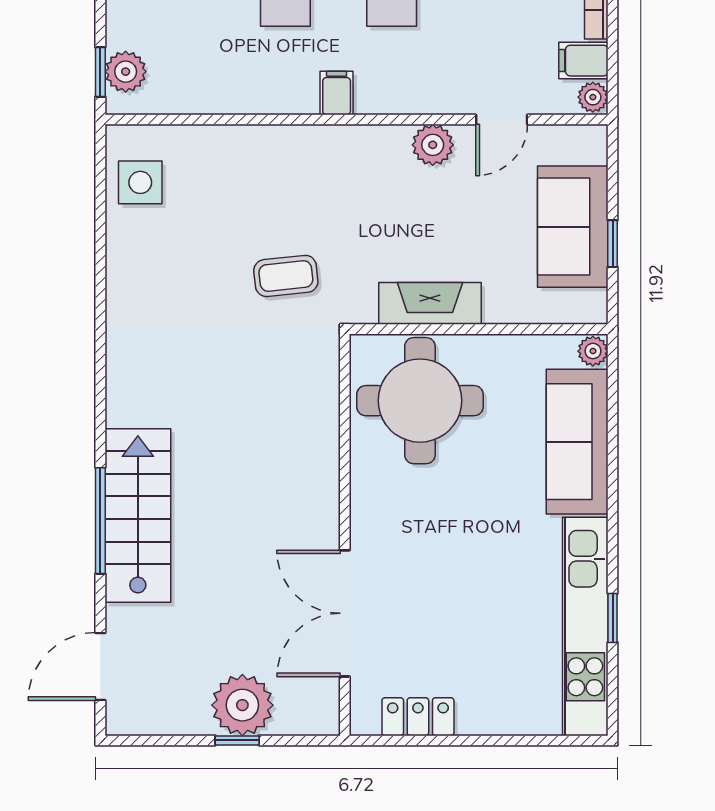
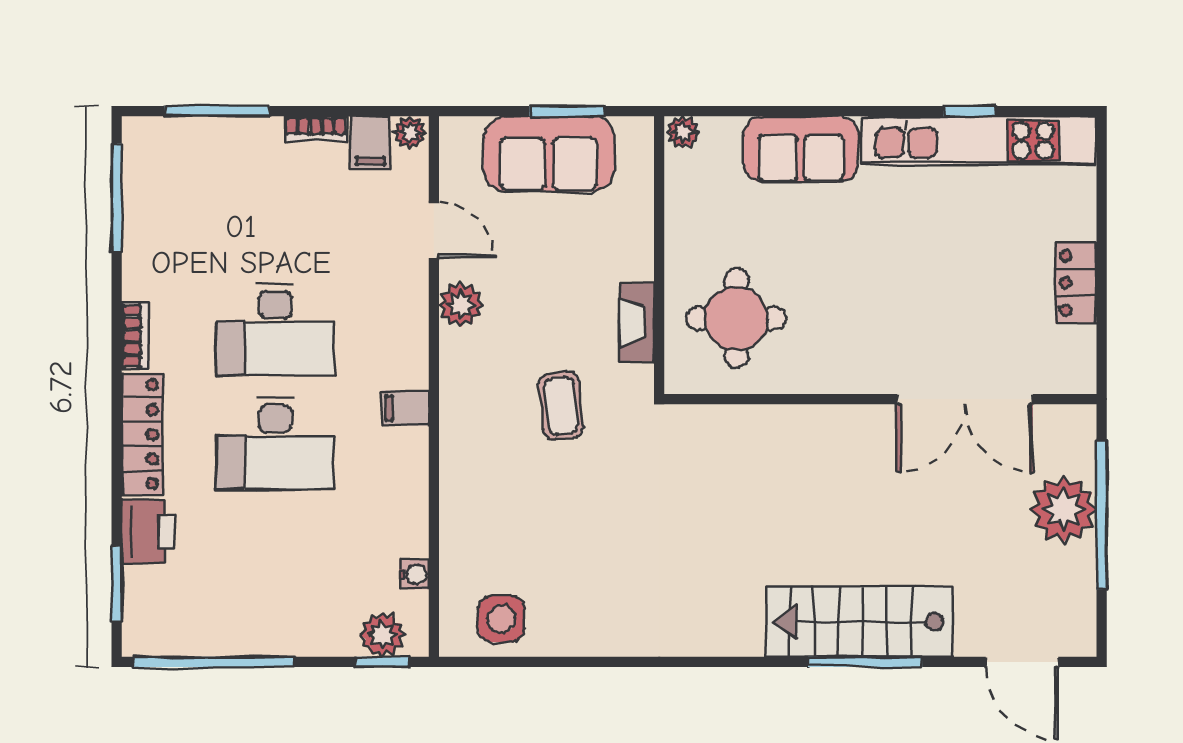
water cooler: (182, 101) -> (414, 574), added
window: (613, 244) -> (567, 111), width x1.50
coffee table: (286, 276) -> (561, 406), moved
fireplace: (430, 303) -> (637, 322), width x0.73, depth x0.76
round table: (420, 401) -> (736, 318), width x0.73, depth x0.73
sofa: (577, 442) -> (801, 149), width x0.73
locker: (418, 717) -> (1076, 283), moved
window: (237, 740) -> (1102, 515), width x3.17

